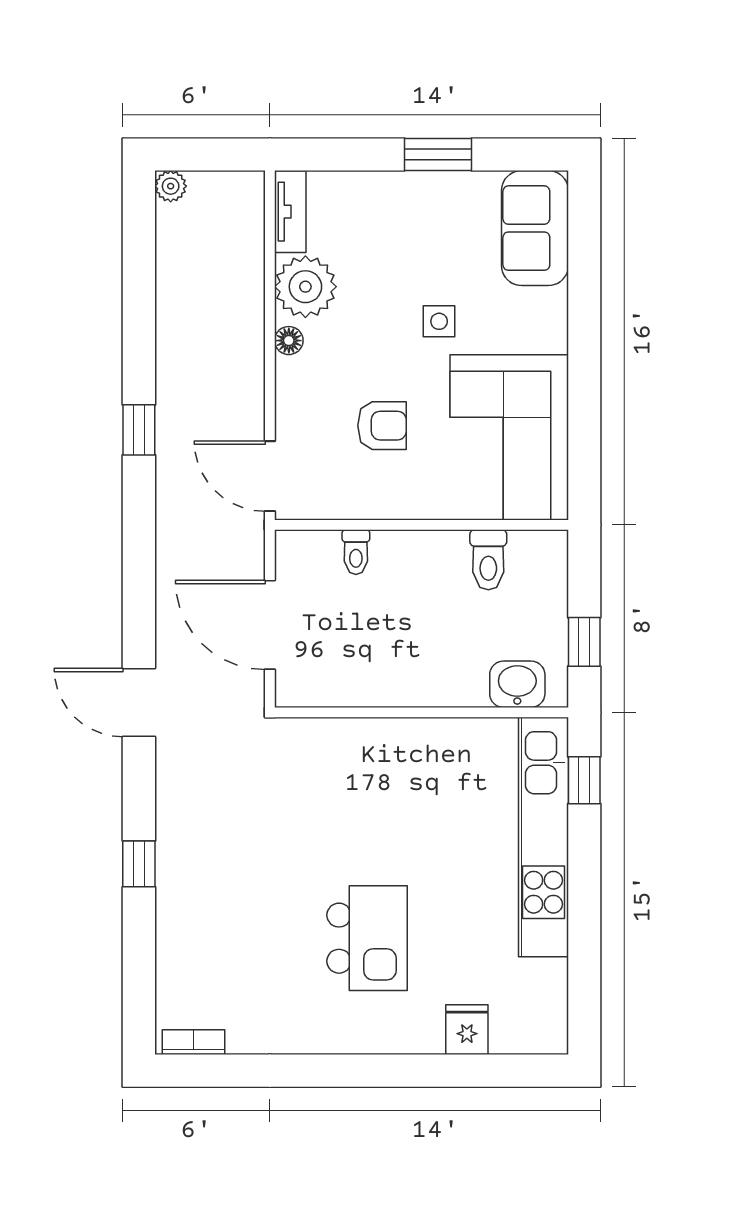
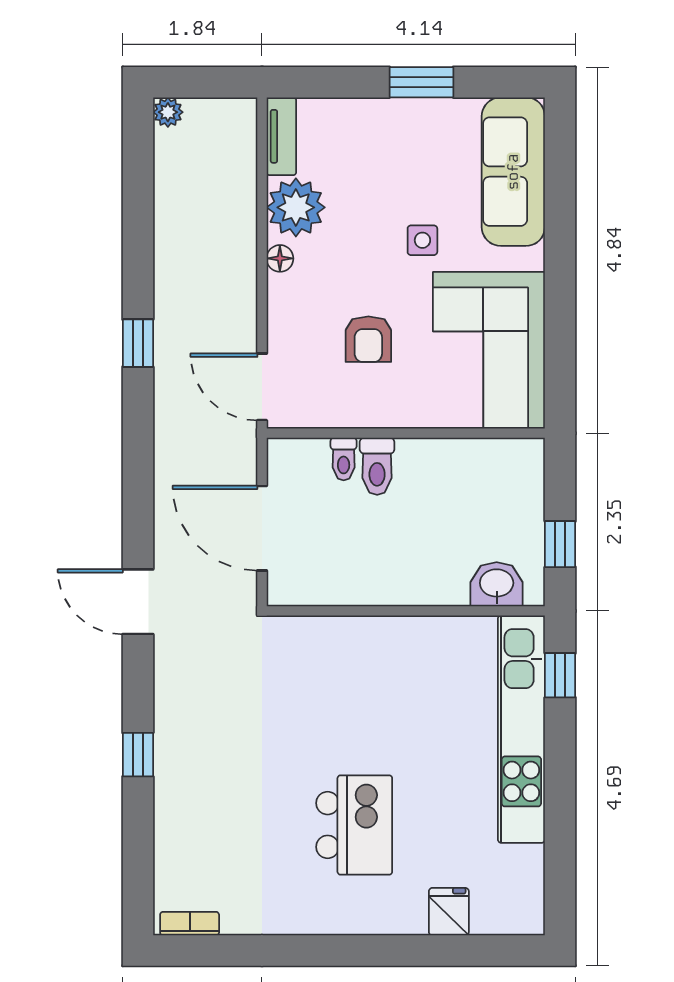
sofa: (535, 228) -> (513, 172), width x1.36
armchair: (382, 426) -> (368, 339), turned 90
toilet: (488, 560) -> (377, 466), moved

